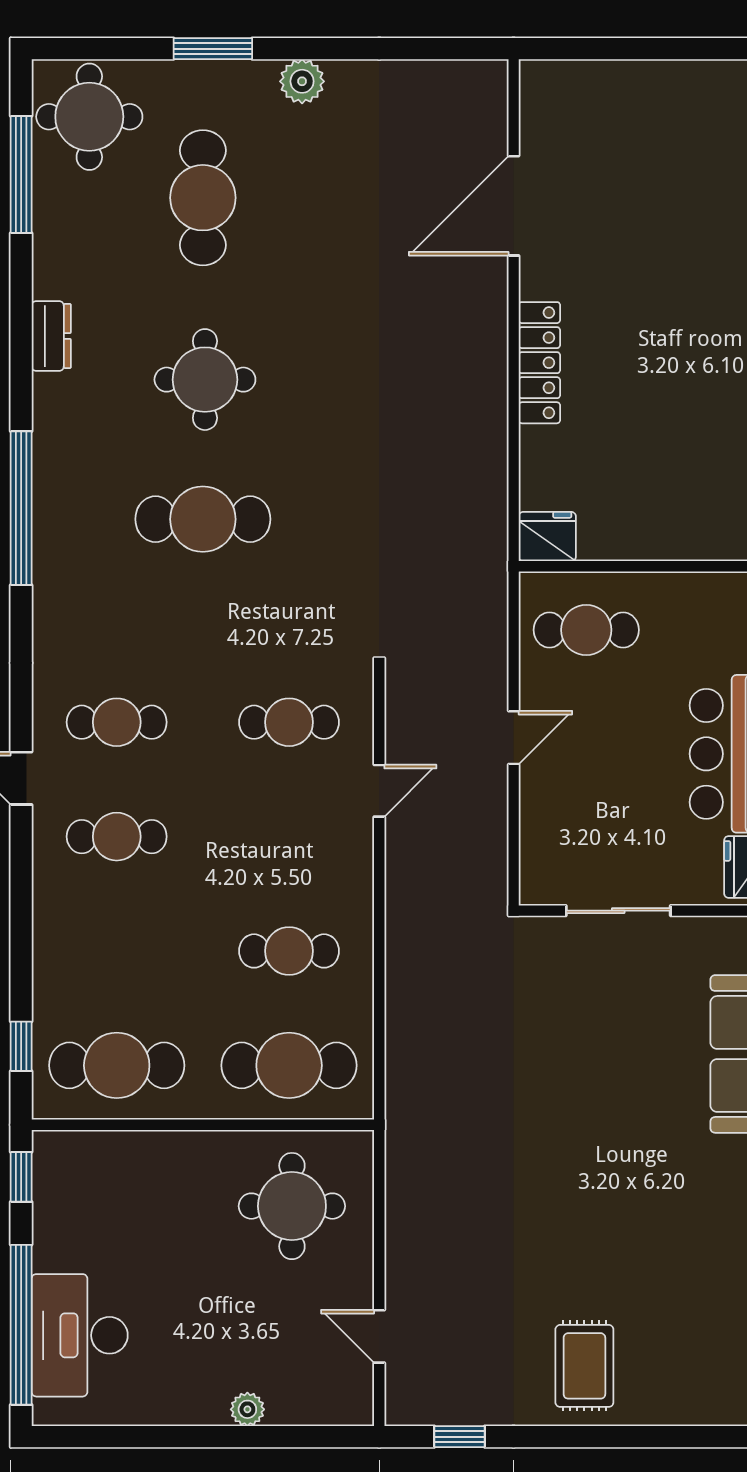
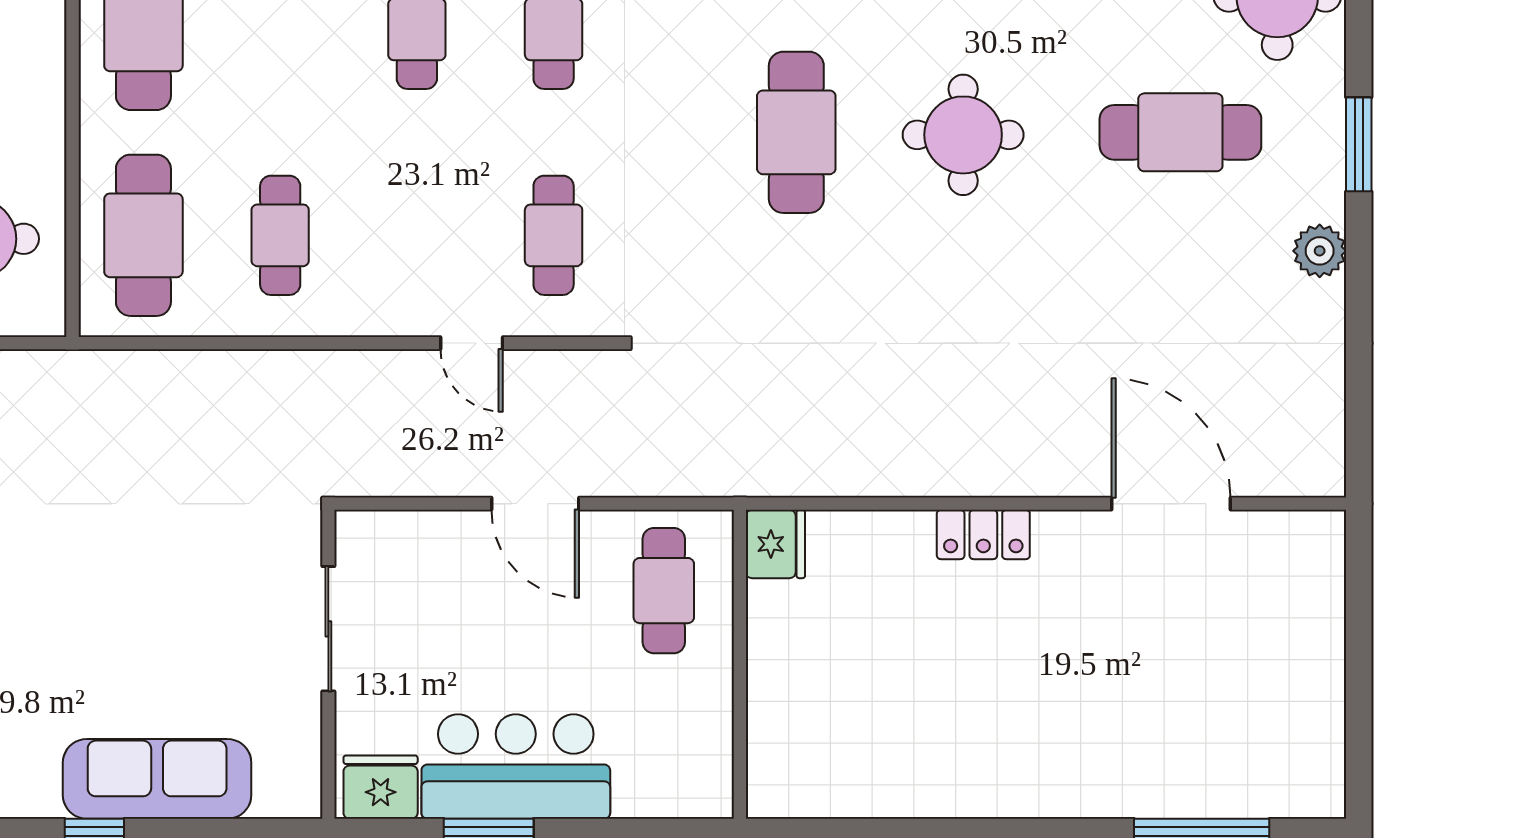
locker: (539, 363) -> (983, 535), width x0.66
door: (514, 738) -> (535, 504), width x1.37

